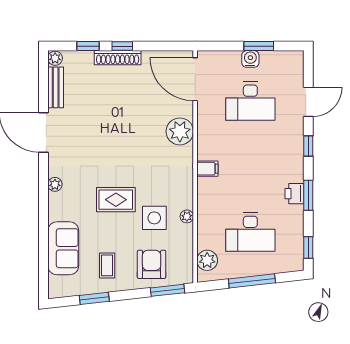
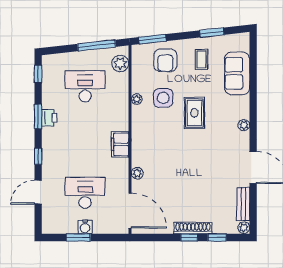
plant: (180, 131) -> (137, 173), width x0.53, depth x0.53
filing cabinet: (207, 169) -> (120, 144), width x2.00
rug: (116, 200) -> (194, 113), turned 90
window: (252, 281) -> (97, 45), moved

